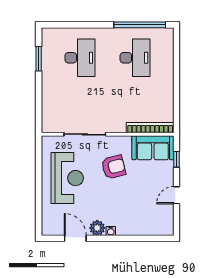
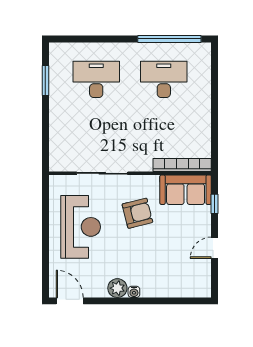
desk: (80, 58) -> (96, 79), turned -90
desk: (135, 58) -> (164, 79), turned -90
door: (75, 238) -> (70, 301), moved

